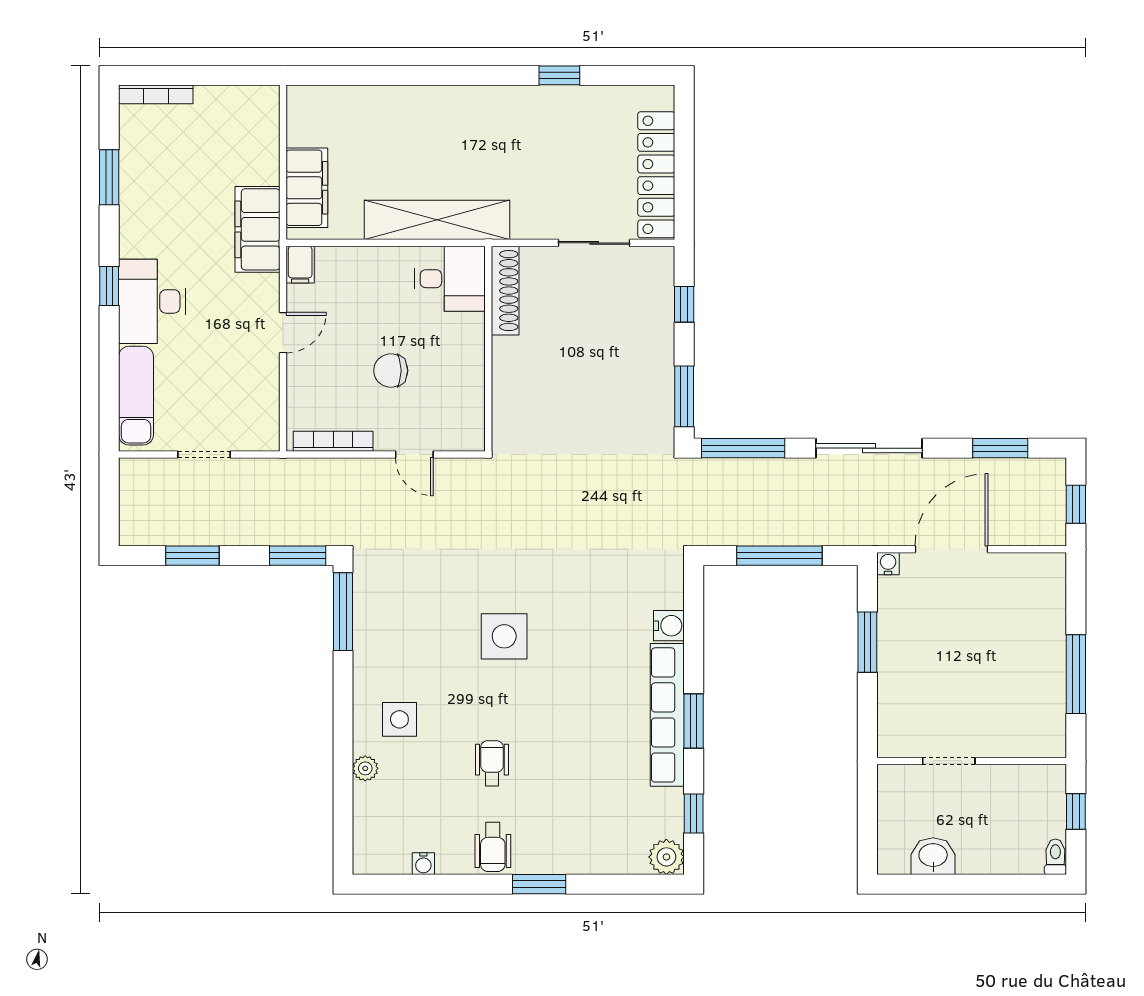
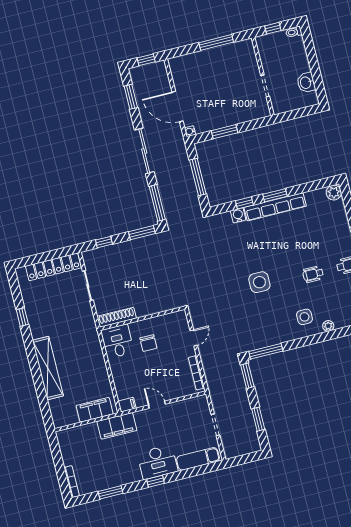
shelving: (437, 220) -> (48, 368), moved
chair: (391, 371) -> (148, 343), moved
window: (694, 813) -> (244, 203), moved

